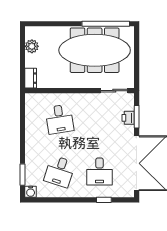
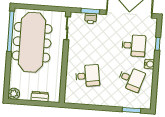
plant: (32, 46) -> (14, 94), moved
dresser: (31, 78) -> (40, 96), moved
water cooler: (31, 192) -> (149, 64), moved

